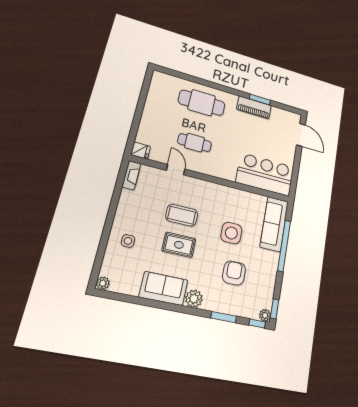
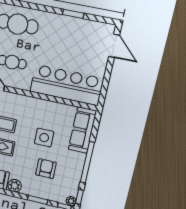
piano: (254, 107) -> (67, 23), removed
bar counter: (265, 174) -> (67, 85), width x1.36
window: (284, 246) -> (87, 162), moved

